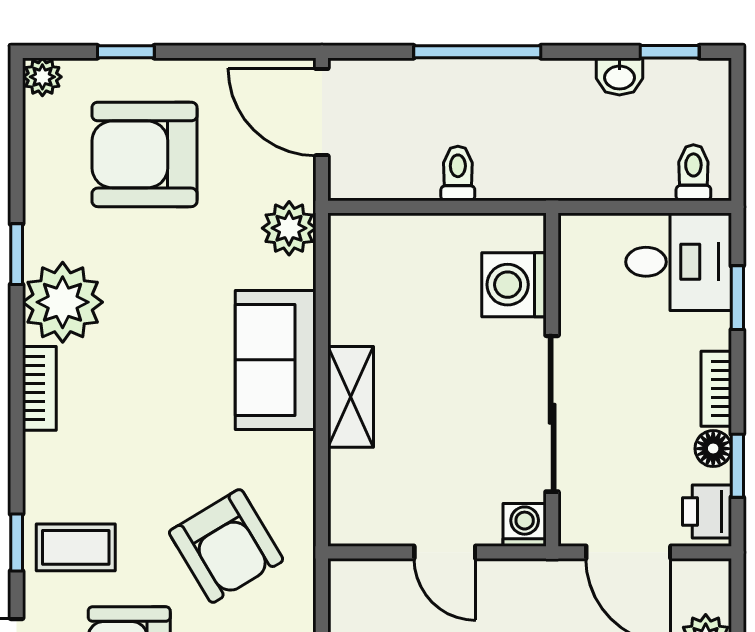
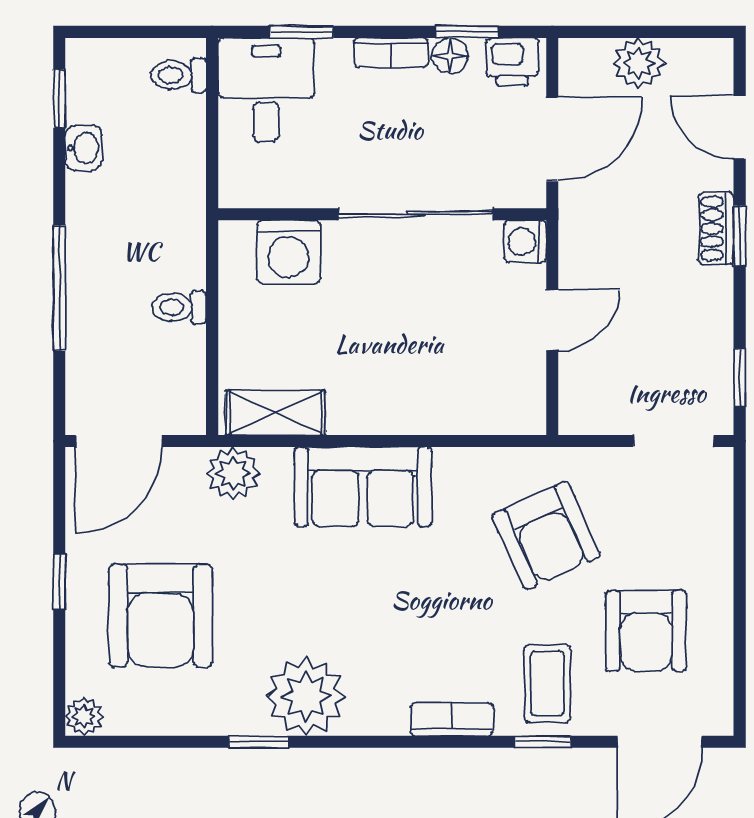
window: (126, 52) -> (59, 581), moved
bookcase: (39, 388) -> (452, 719), moved
shelving: (351, 397) -> (276, 413), moved
armchair: (226, 546) -> (546, 535), turned 97

